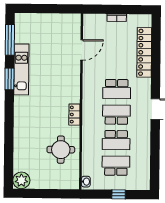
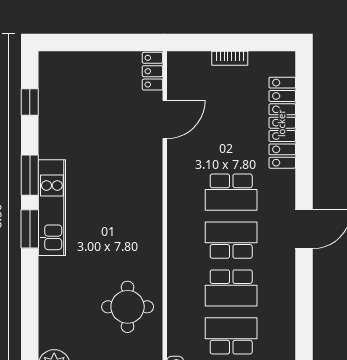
window: (10, 40) -> (30, 102), width x0.46
kitchen unit: (21, 69) -> (52, 208), moved
window: (9, 108) -> (30, 229), added
locker: (74, 115) -> (152, 71), moved

